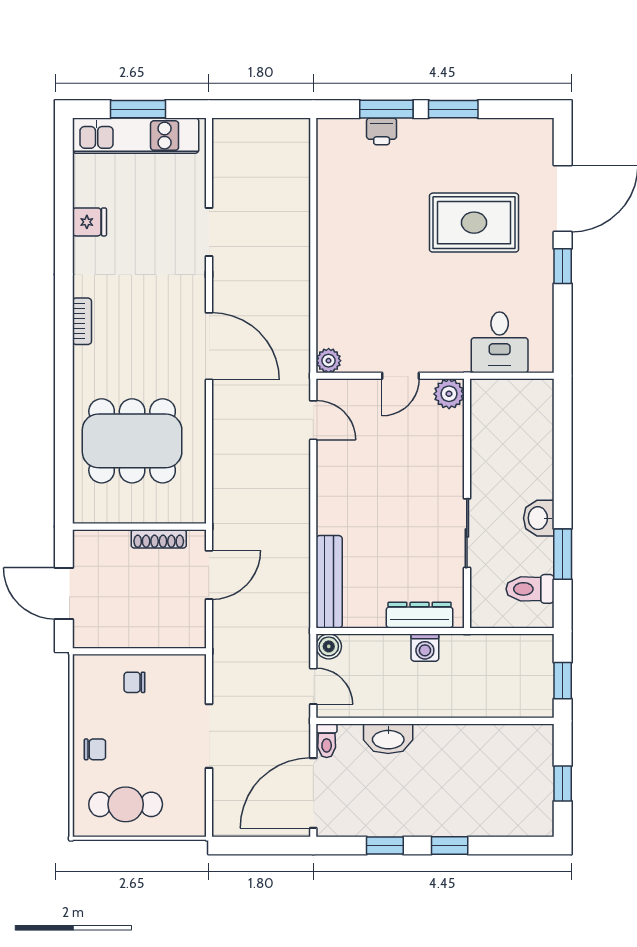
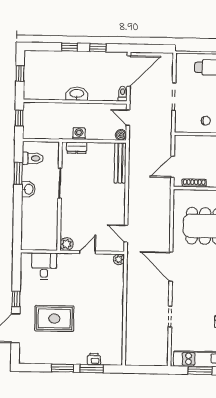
dresser: (420, 615) -> (77, 148), width x0.70
washbasin: (388, 739) -> (77, 94), moved

